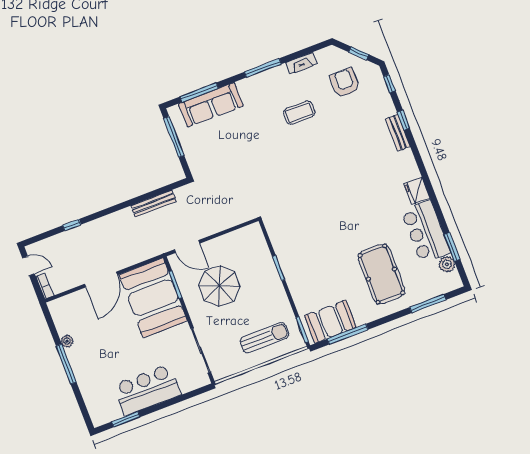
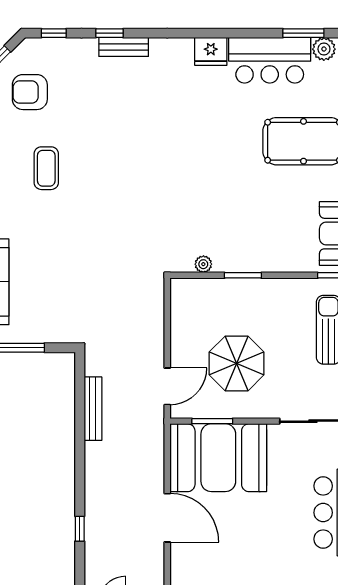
plant: (276, 239) -> (203, 264), added

